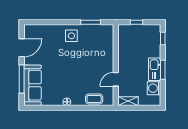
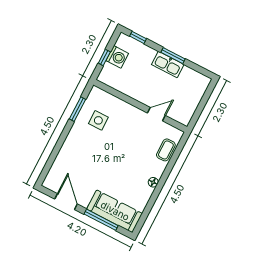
side table: (71, 36) -> (98, 120), moved
door: (116, 79) -> (156, 114), swing flipped
washing machine: (154, 88) -> (117, 57), moved, turned -90
shelving: (128, 101) -> (188, 113), removed

